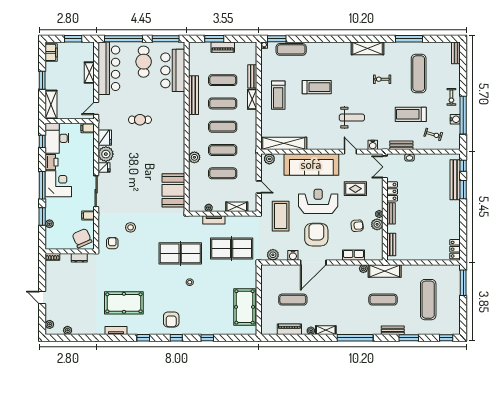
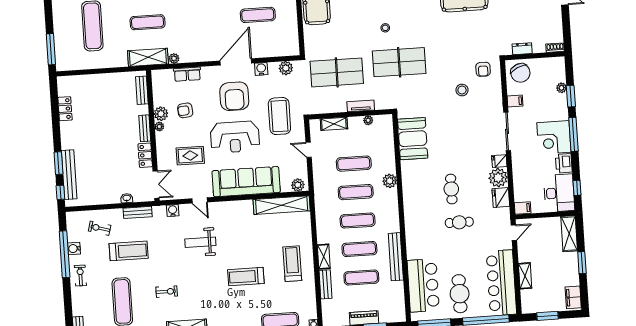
cafe table: (145, 147) -> (451, 189), added
locker: (455, 249) -> (65, 109), moved

